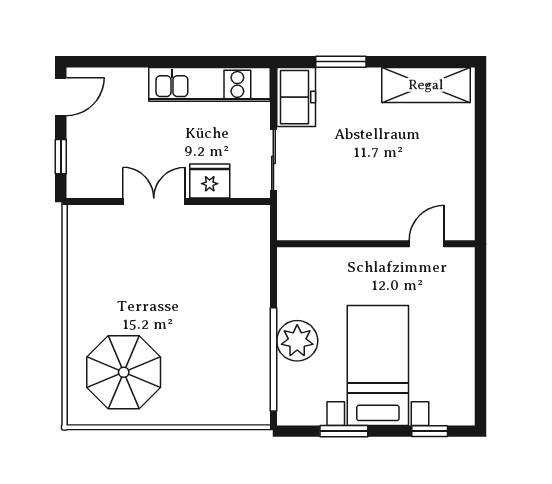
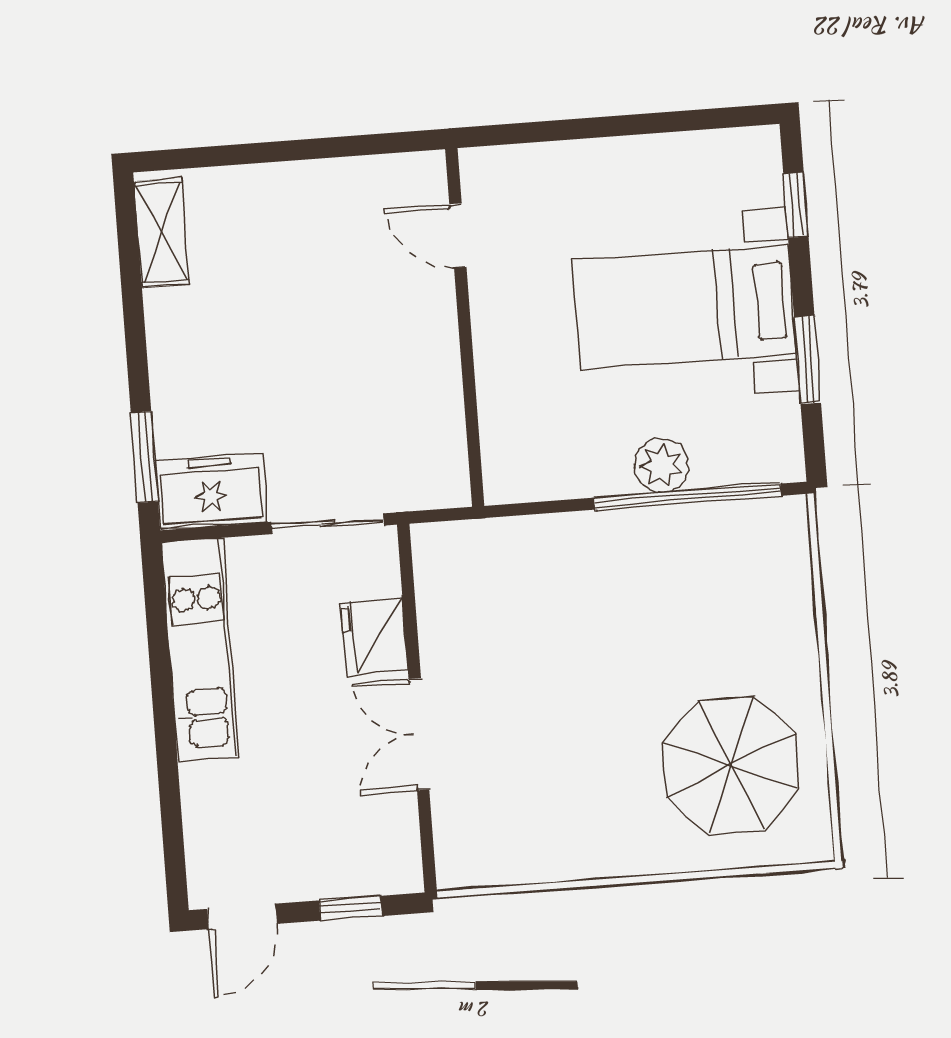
window: (341, 62) -> (144, 457), moved
shelving: (426, 85) -> (162, 233), width x0.67, depth x0.75
door: (61, 97) -> (242, 916), swing flipped
plant: (297, 341) -> (661, 465), width x0.73, depth x0.73

